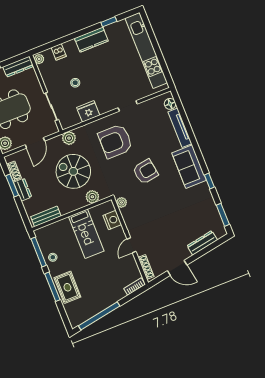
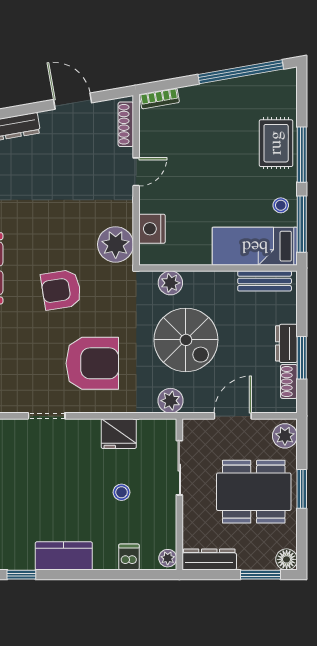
plant: (122, 202) -> (116, 244), width x1.88, depth x1.88
bed: (86, 234) -> (255, 246), moved, turned -90

